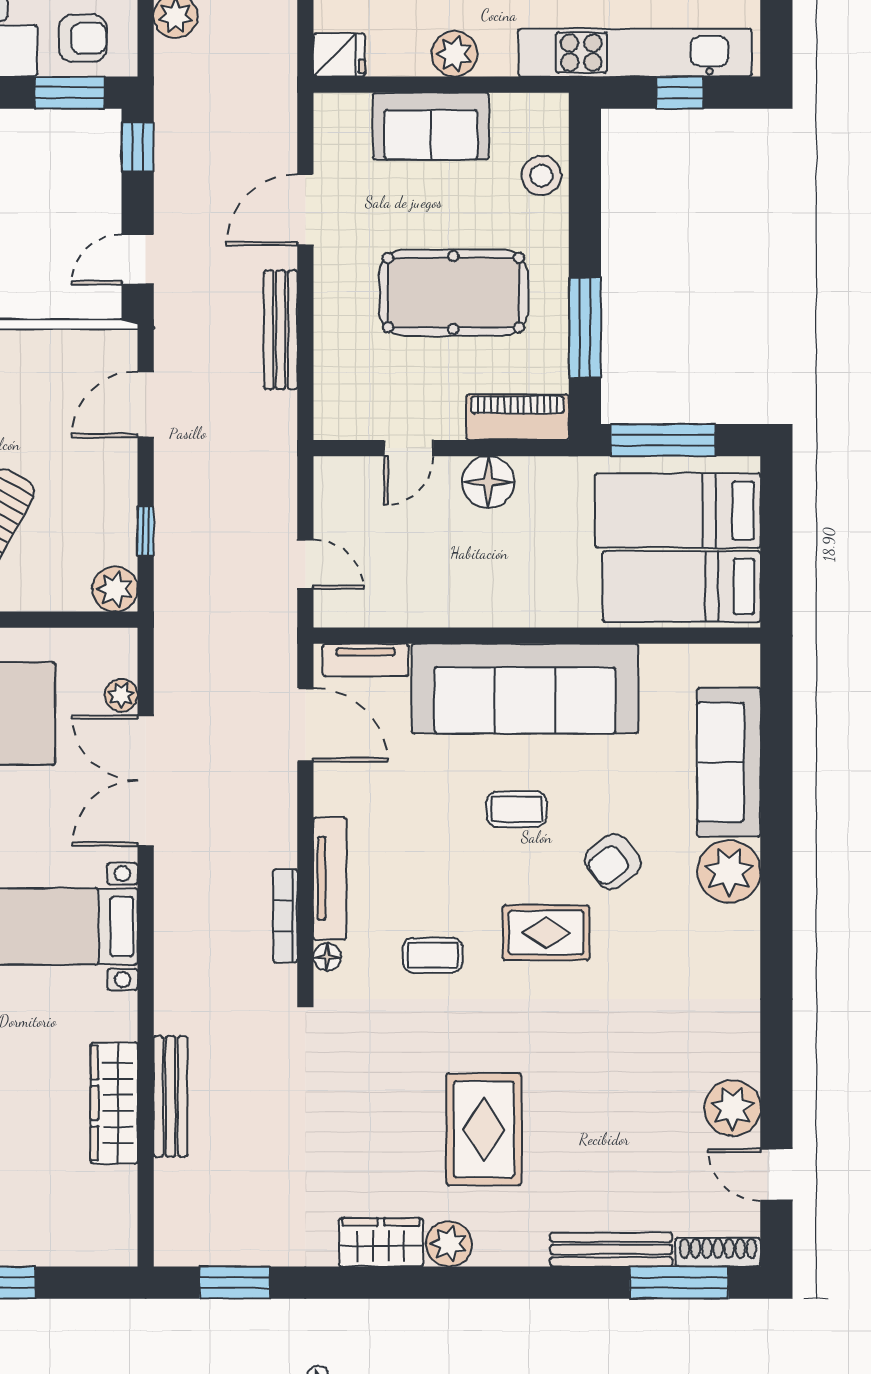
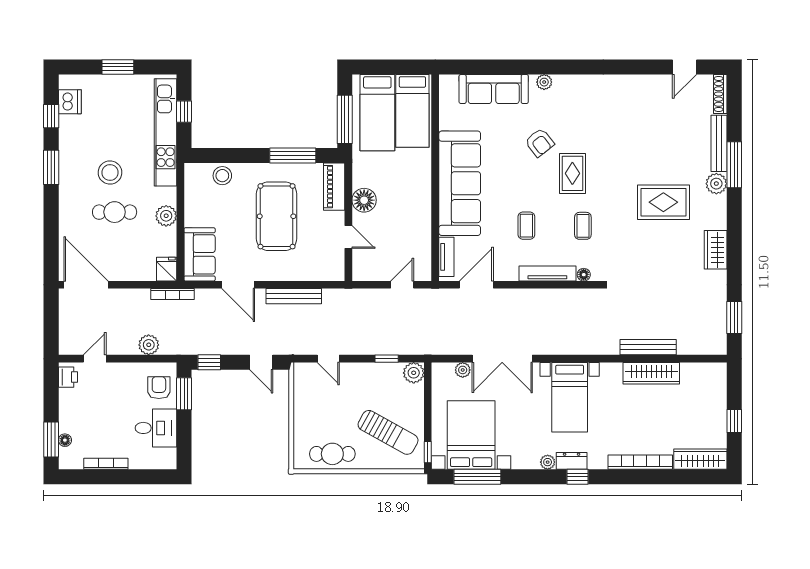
sofa: (431, 126) -> (200, 254), moved
door: (146, 404) -> (328, 359), width x0.73
coffee table: (517, 809) -> (526, 226), moved
plant: (729, 871) -> (544, 82), width x0.53, depth x0.53
bookcase: (285, 916) -> (173, 294), moved
plant: (732, 1108) -> (654, 87), removed
plant: (449, 1244) -> (716, 184), moved
window: (679, 1283) -> (734, 165), moved

